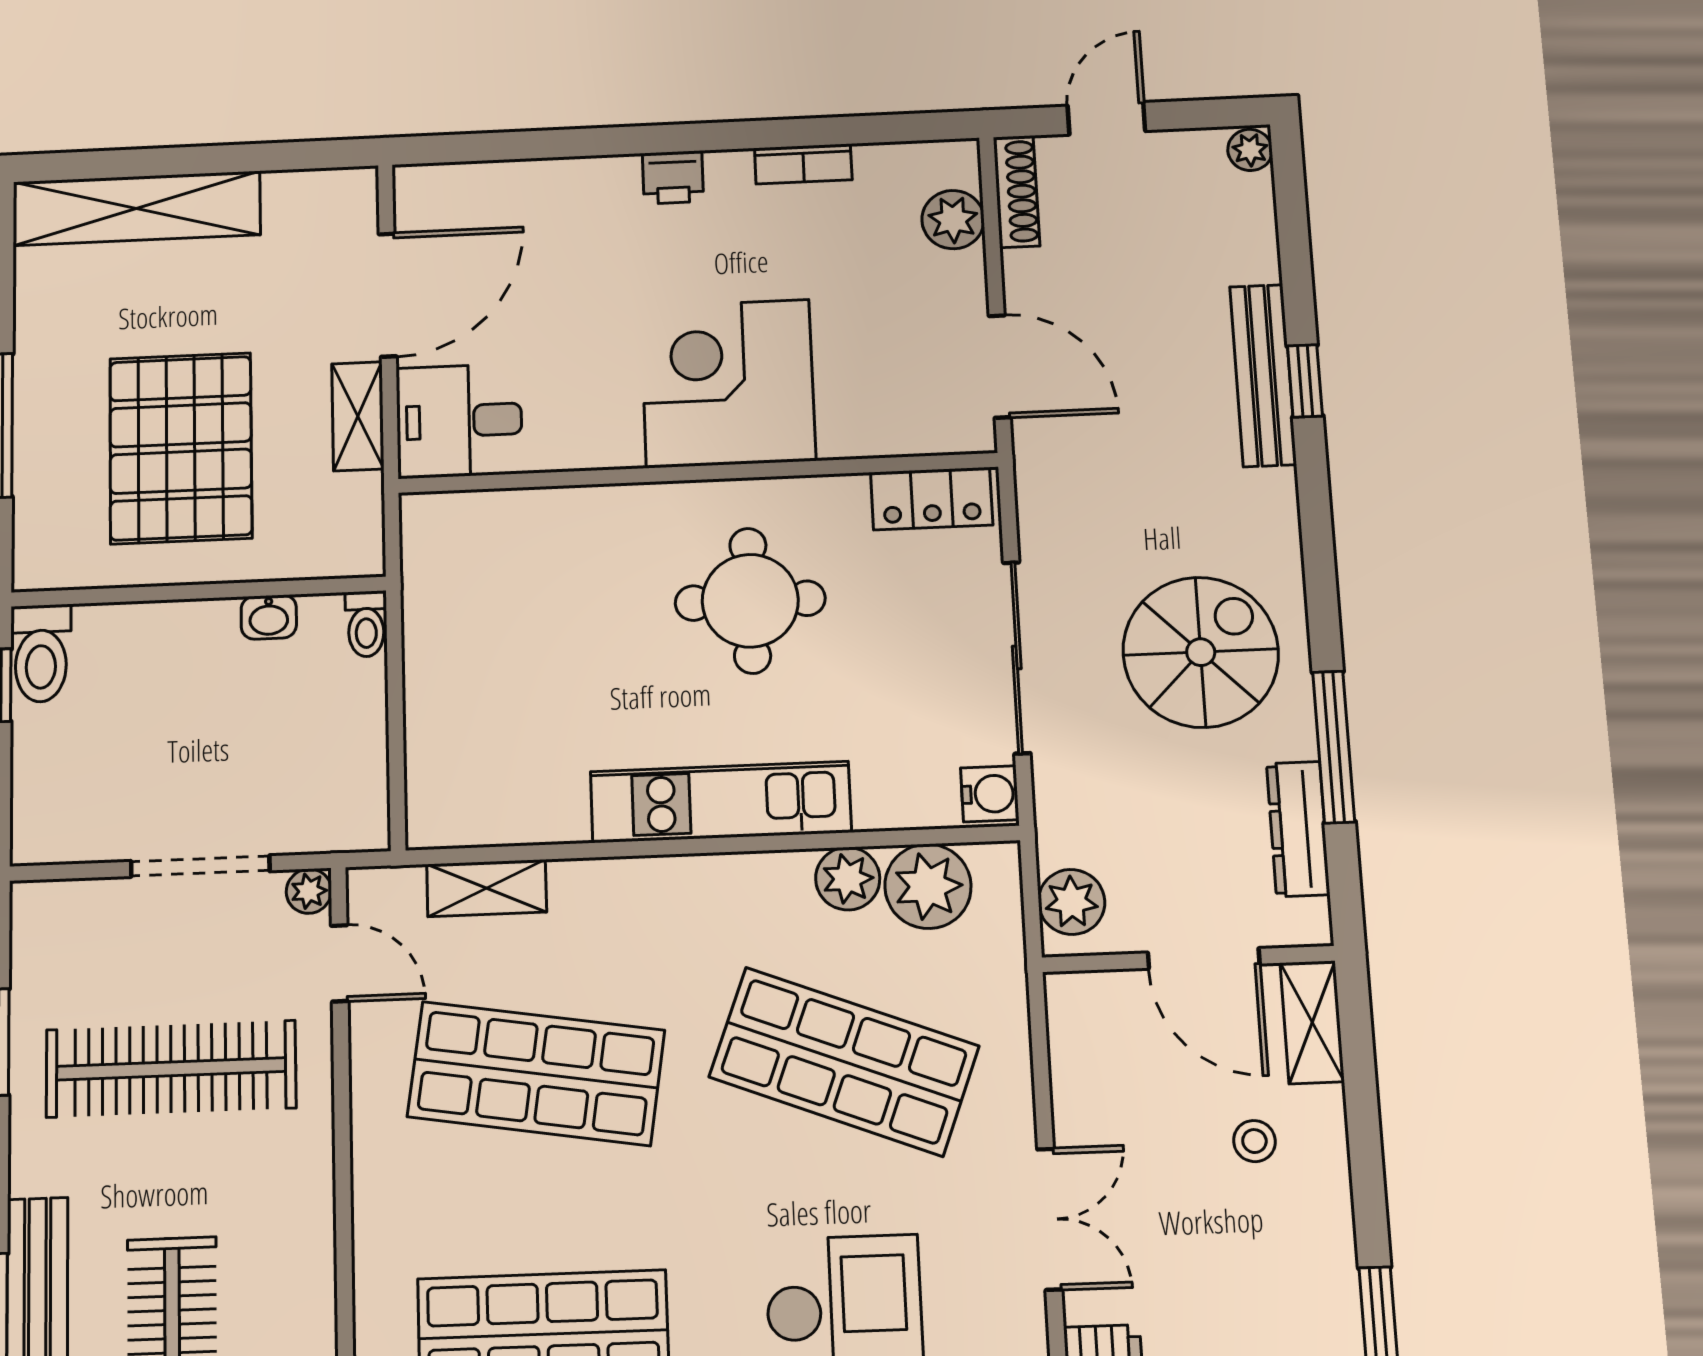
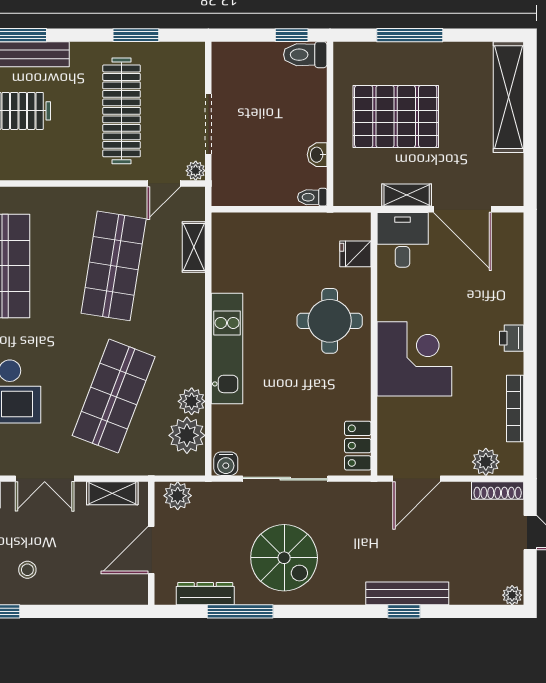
bookcase: (803, 164) -> (515, 409), width x1.56
fridge: (494, 523) -> (355, 254), added
round table: (750, 601) -> (330, 321), moved
shelving: (1312, 1022) -> (112, 493), moved
stool: (1254, 1141) -> (27, 570), moved

